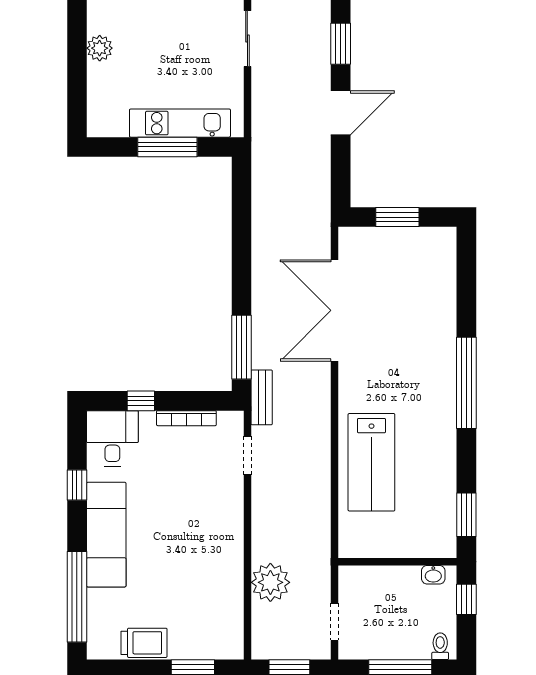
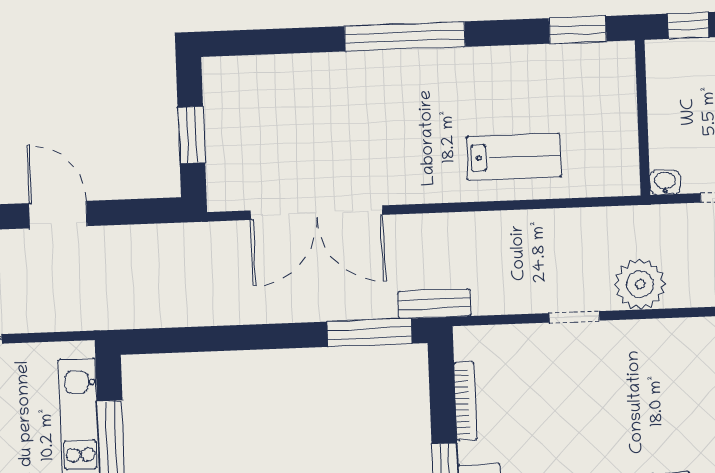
doorway: (247, 456) -> (574, 317), moved
lab bench: (371, 462) -> (514, 157), width x0.73, depth x0.72
washbasin: (433, 575) -> (665, 182), moved, turned -90
plant: (270, 582) -> (640, 284), moved

